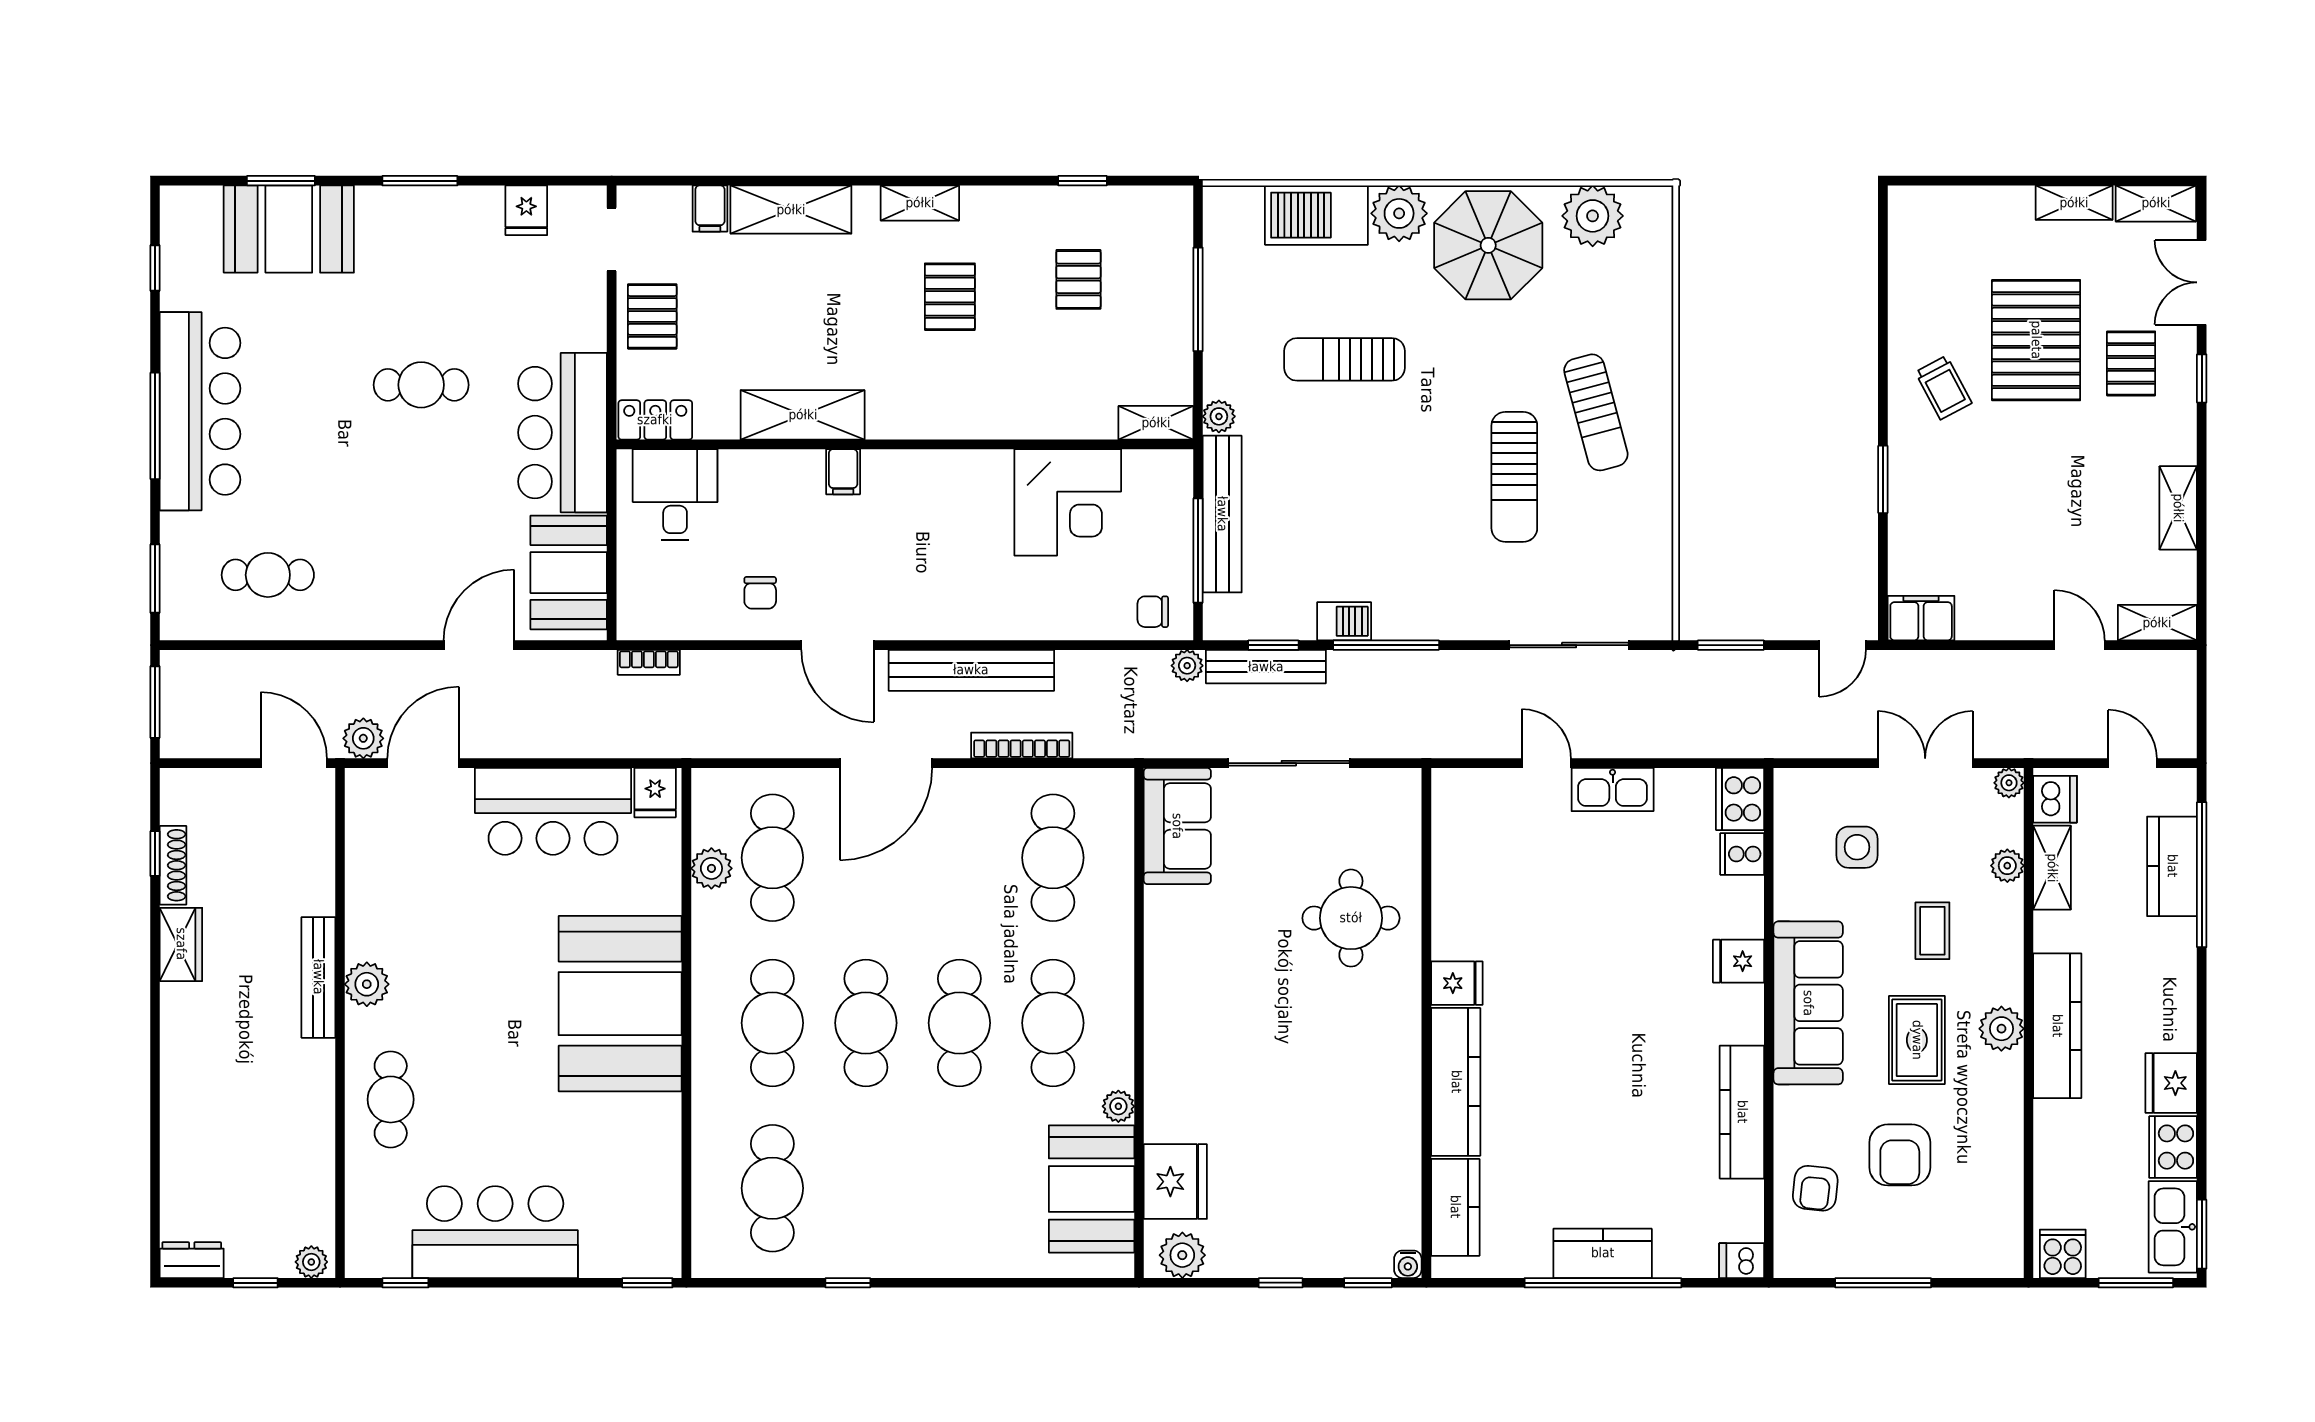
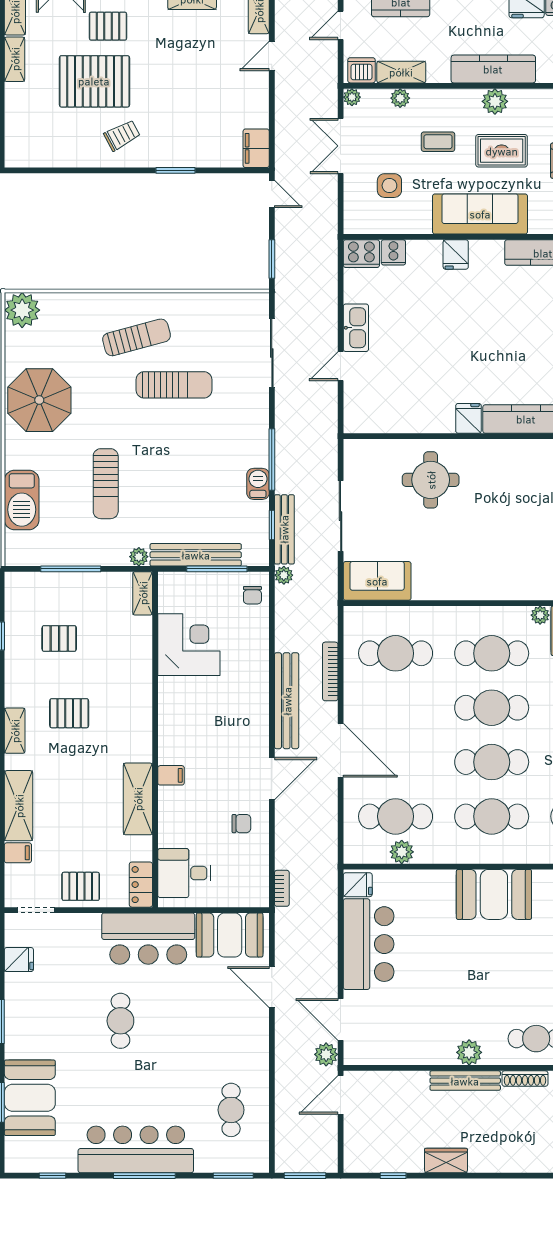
plant: (1399, 213) -> (21, 452), removed
plant: (1593, 216) -> (22, 310), moved
shoe rack: (173, 865) -> (525, 1079), moved, turned 180
booth: (620, 1004) -> (494, 894), width x0.73, depth x0.70

